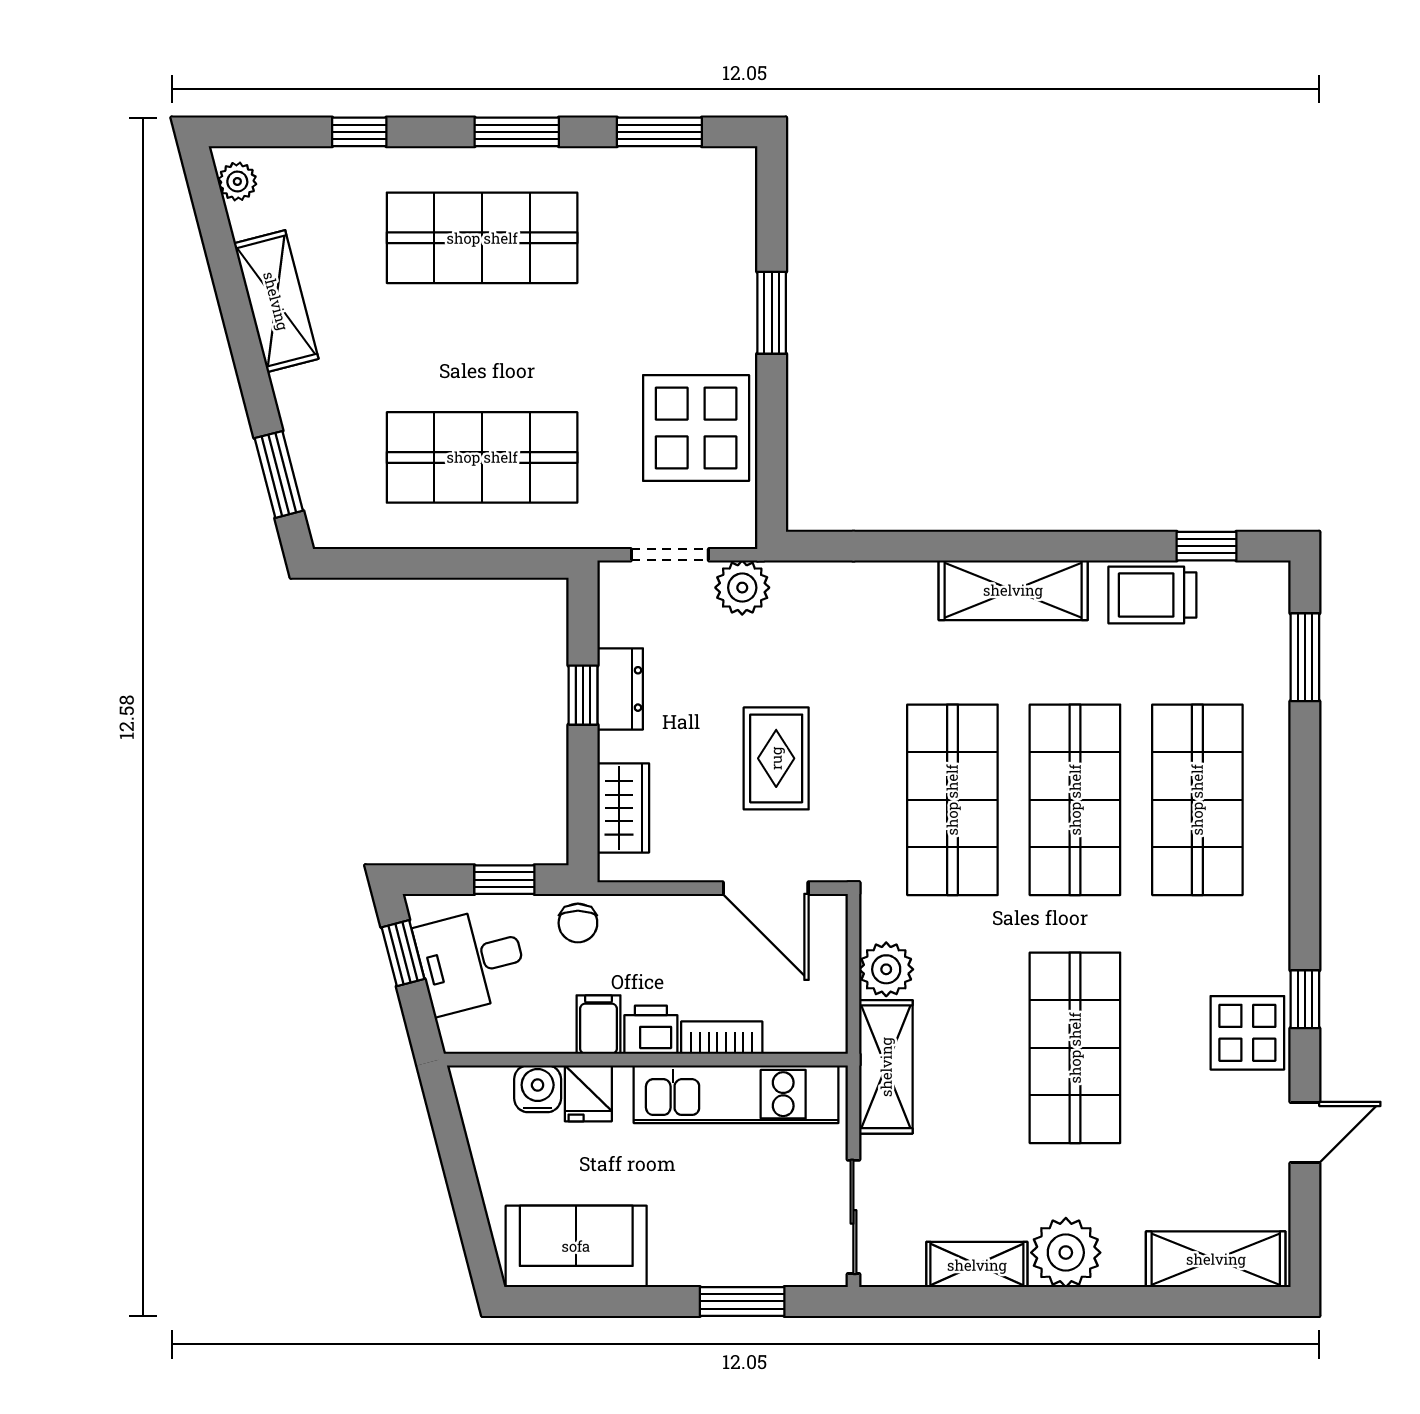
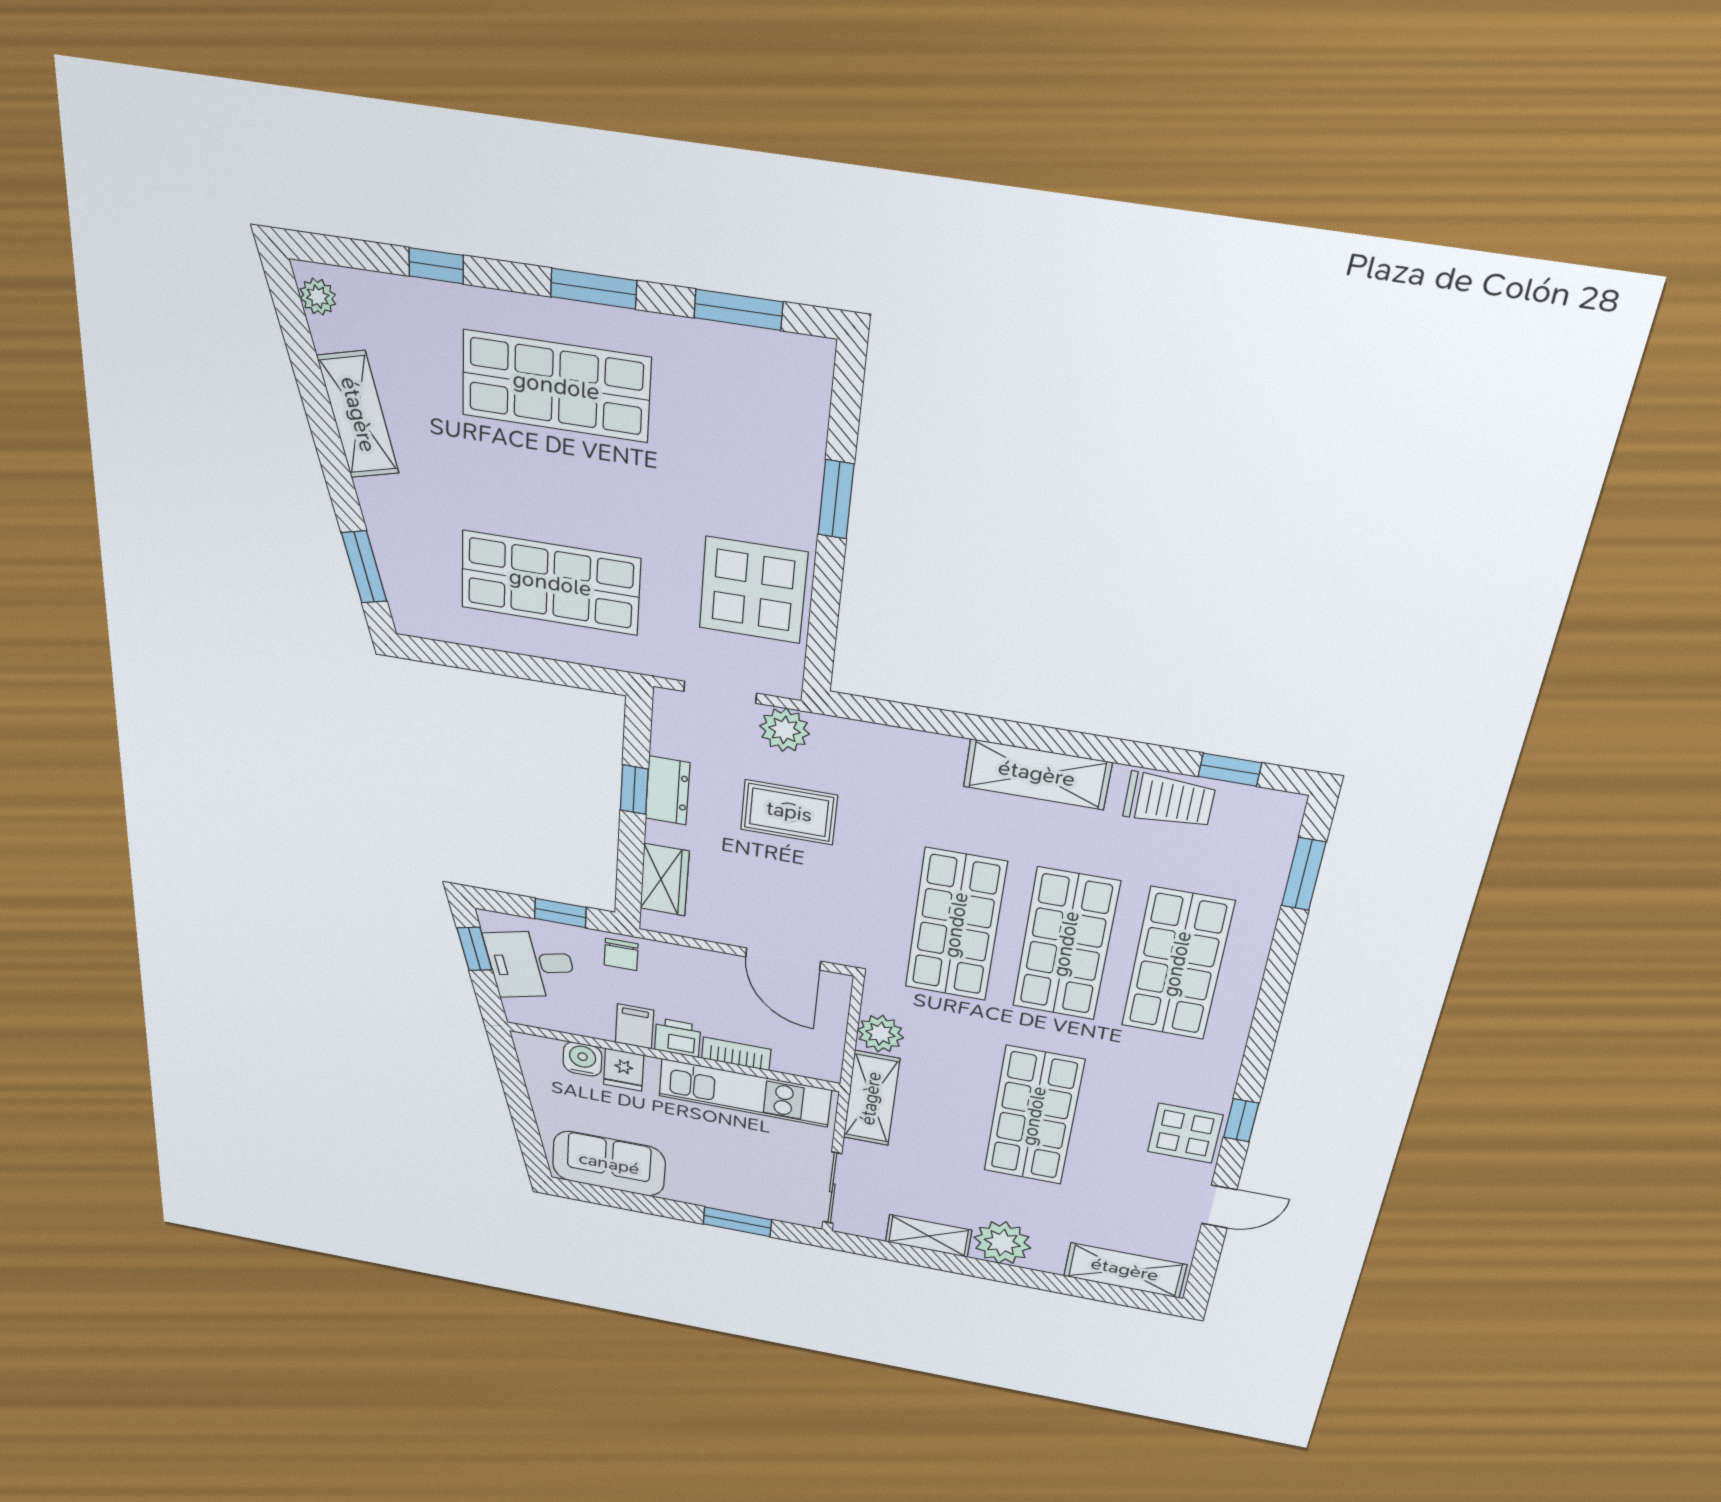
trolley: (1152, 595) -> (1169, 800), turned 180
rug: (776, 758) -> (789, 812), moved, turned 90

